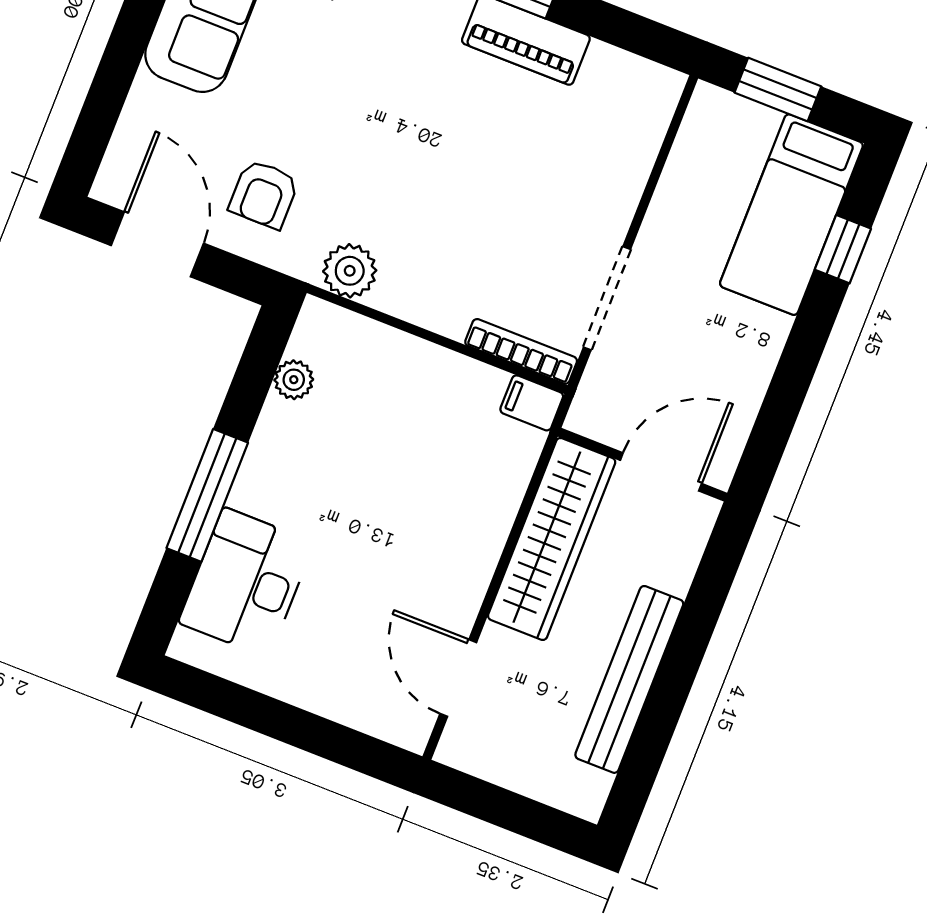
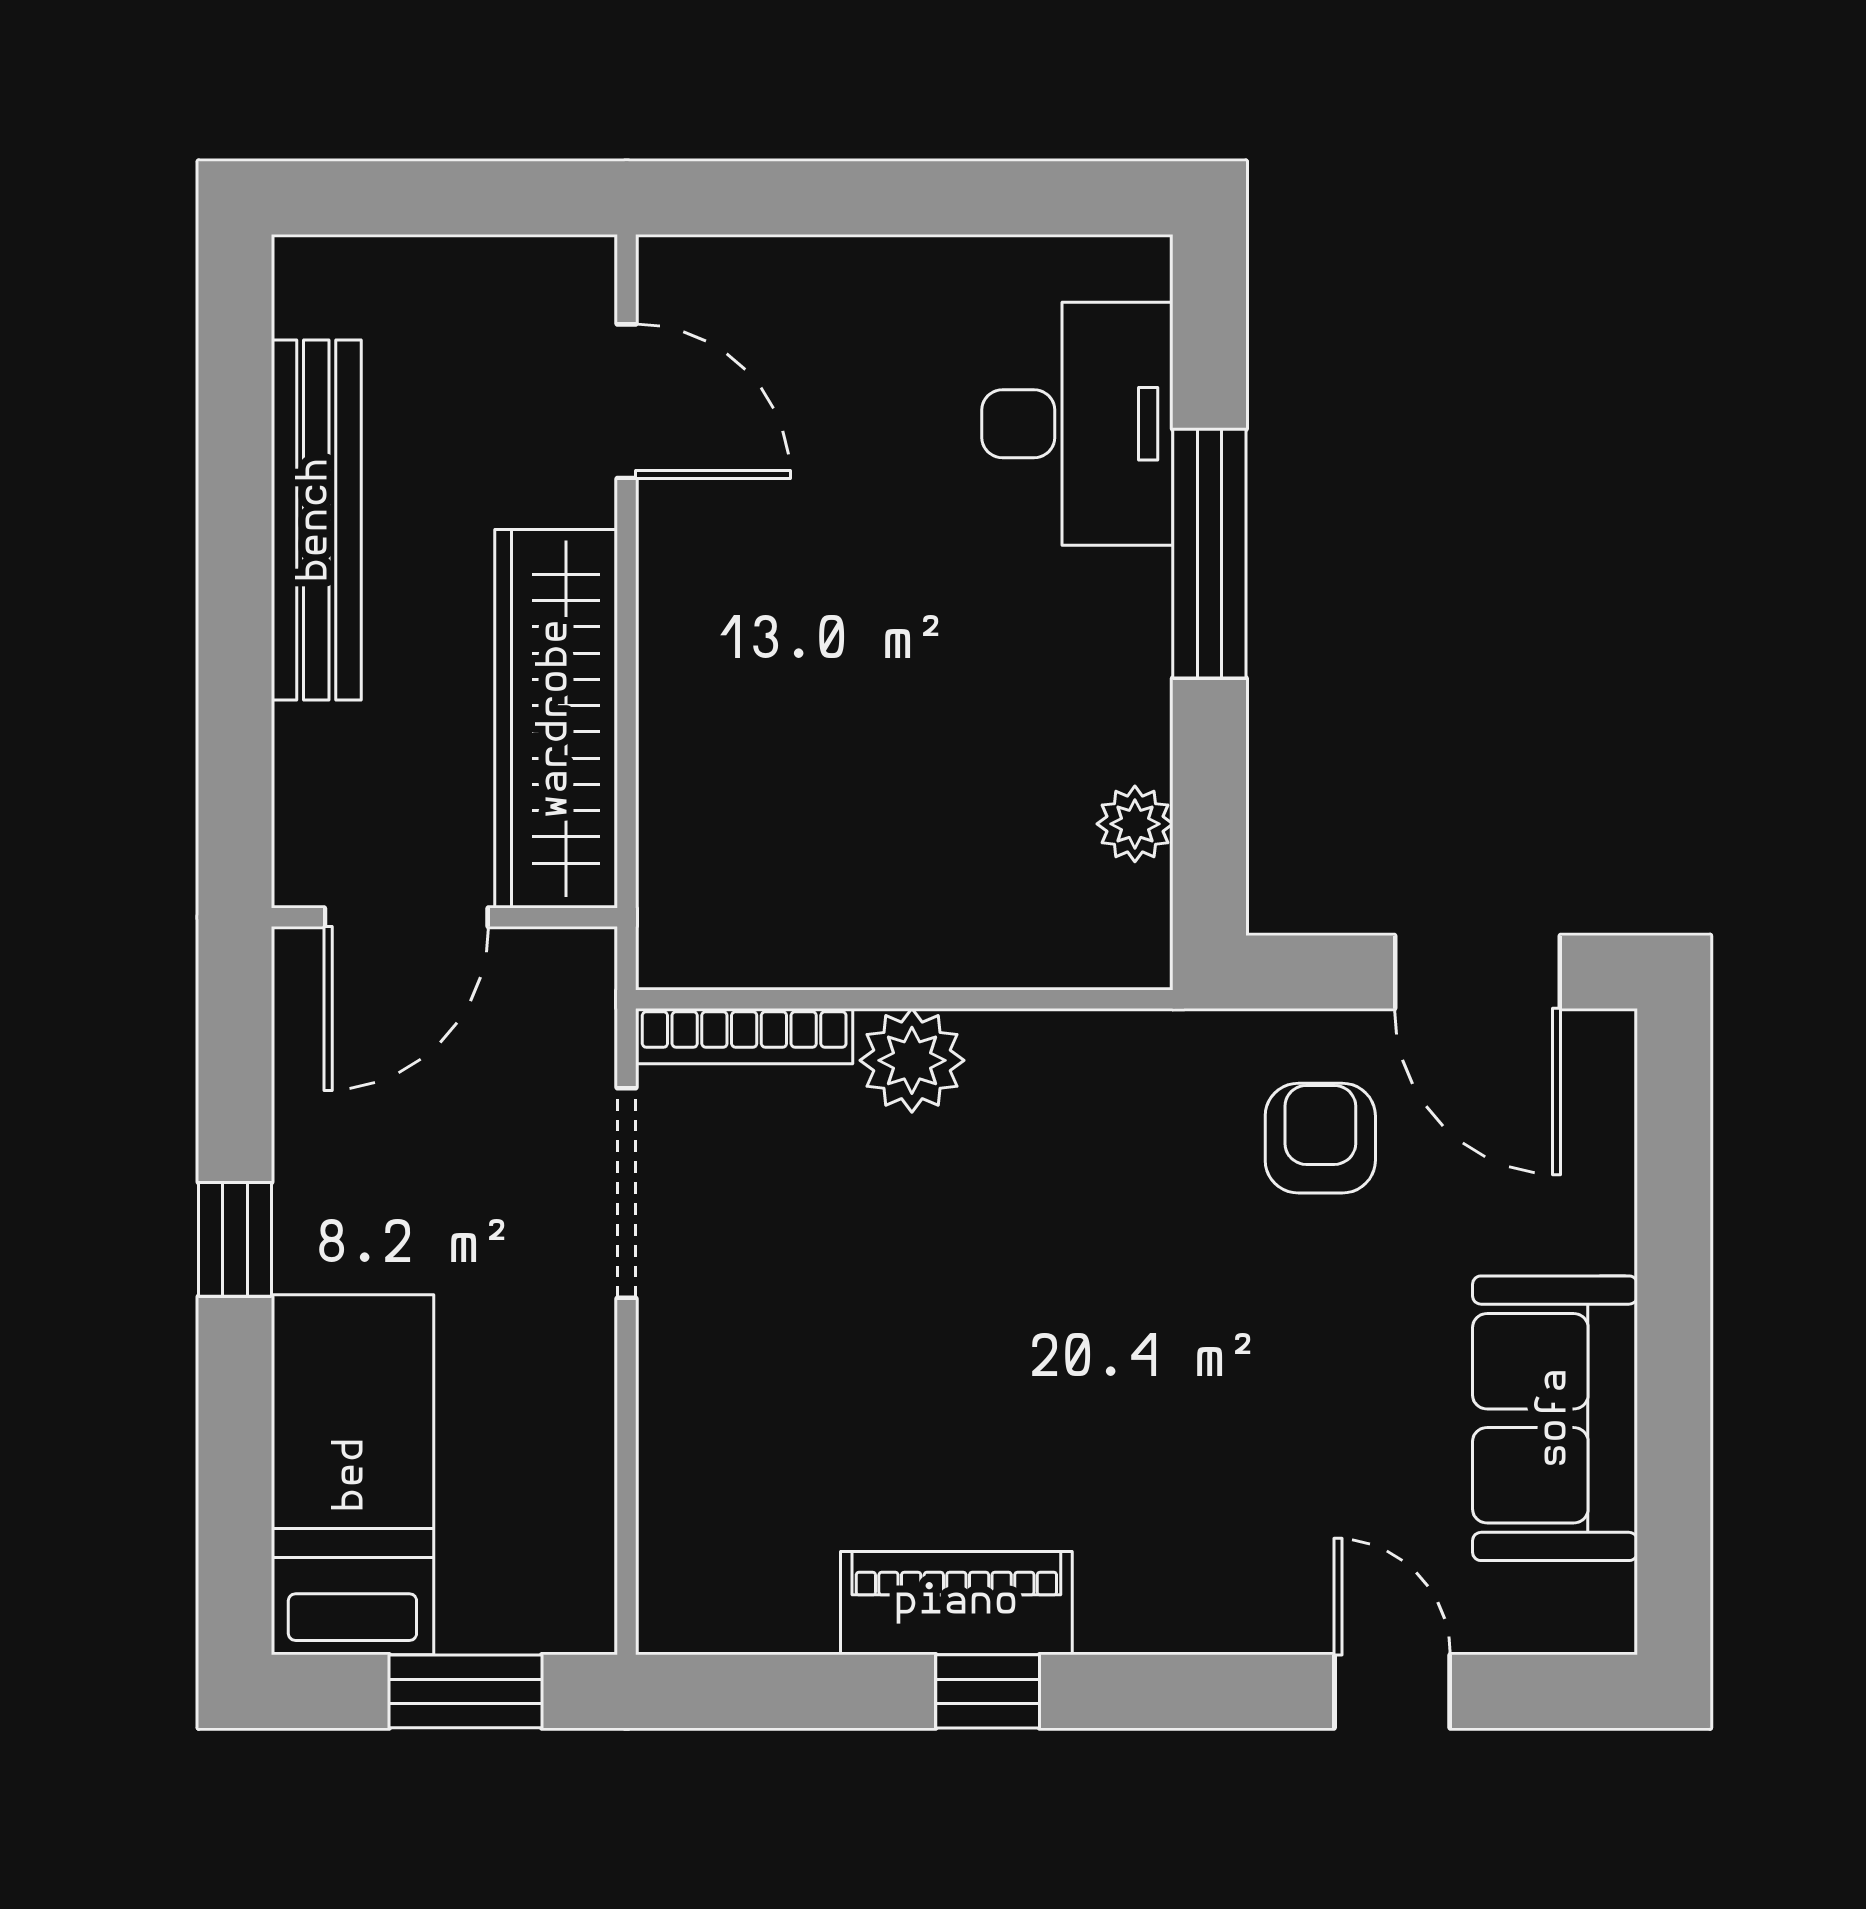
window: (843, 249) -> (235, 1239), moved
plant: (350, 271) -> (912, 1060), moved
filing cabinet: (532, 403) -> (688, 951), removed

